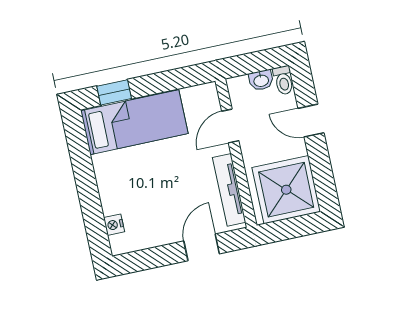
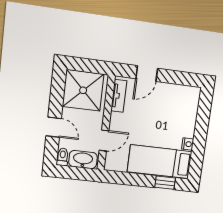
washbasin: (261, 80) -> (83, 160), width x1.91, depth x1.45
tv unit: (229, 190) -> (119, 96), width x0.71
nightstand: (114, 225) -> (188, 144), moved

